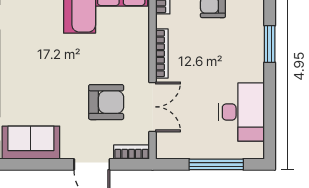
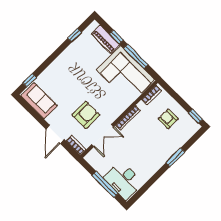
armchair: (106, 102) -> (86, 115), turned -90
desk: (241, 112) -> (123, 180), moved, turned 90

